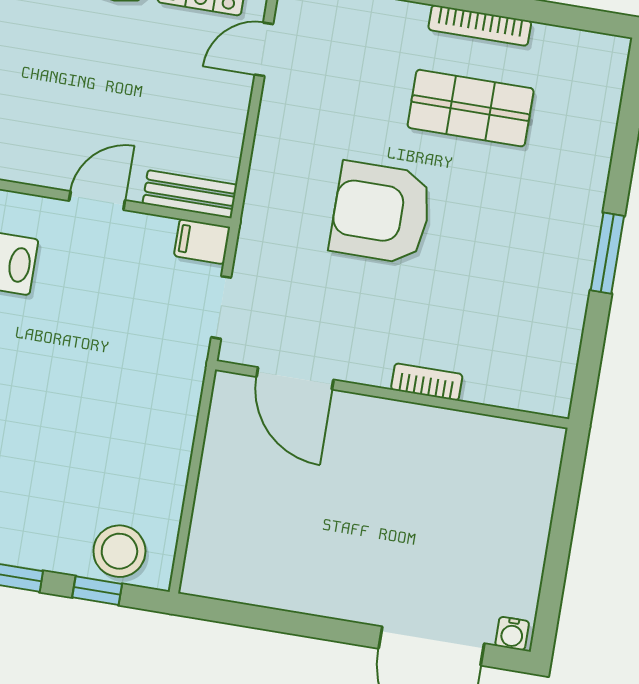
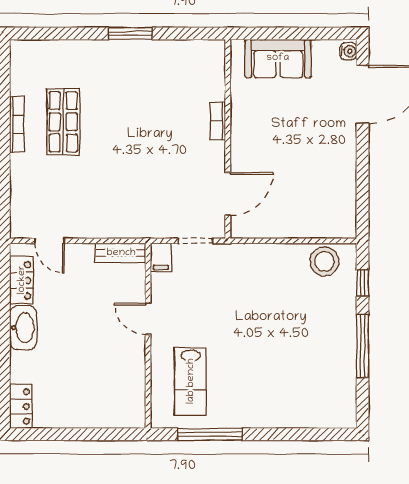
bench: (190, 194) -> (121, 253), moved, turned 90
armchair: (381, 213) -> (129, 162), removed
sofa: (520, 507) -> (278, 58), added
stool: (119, 551) -> (324, 261), moved

